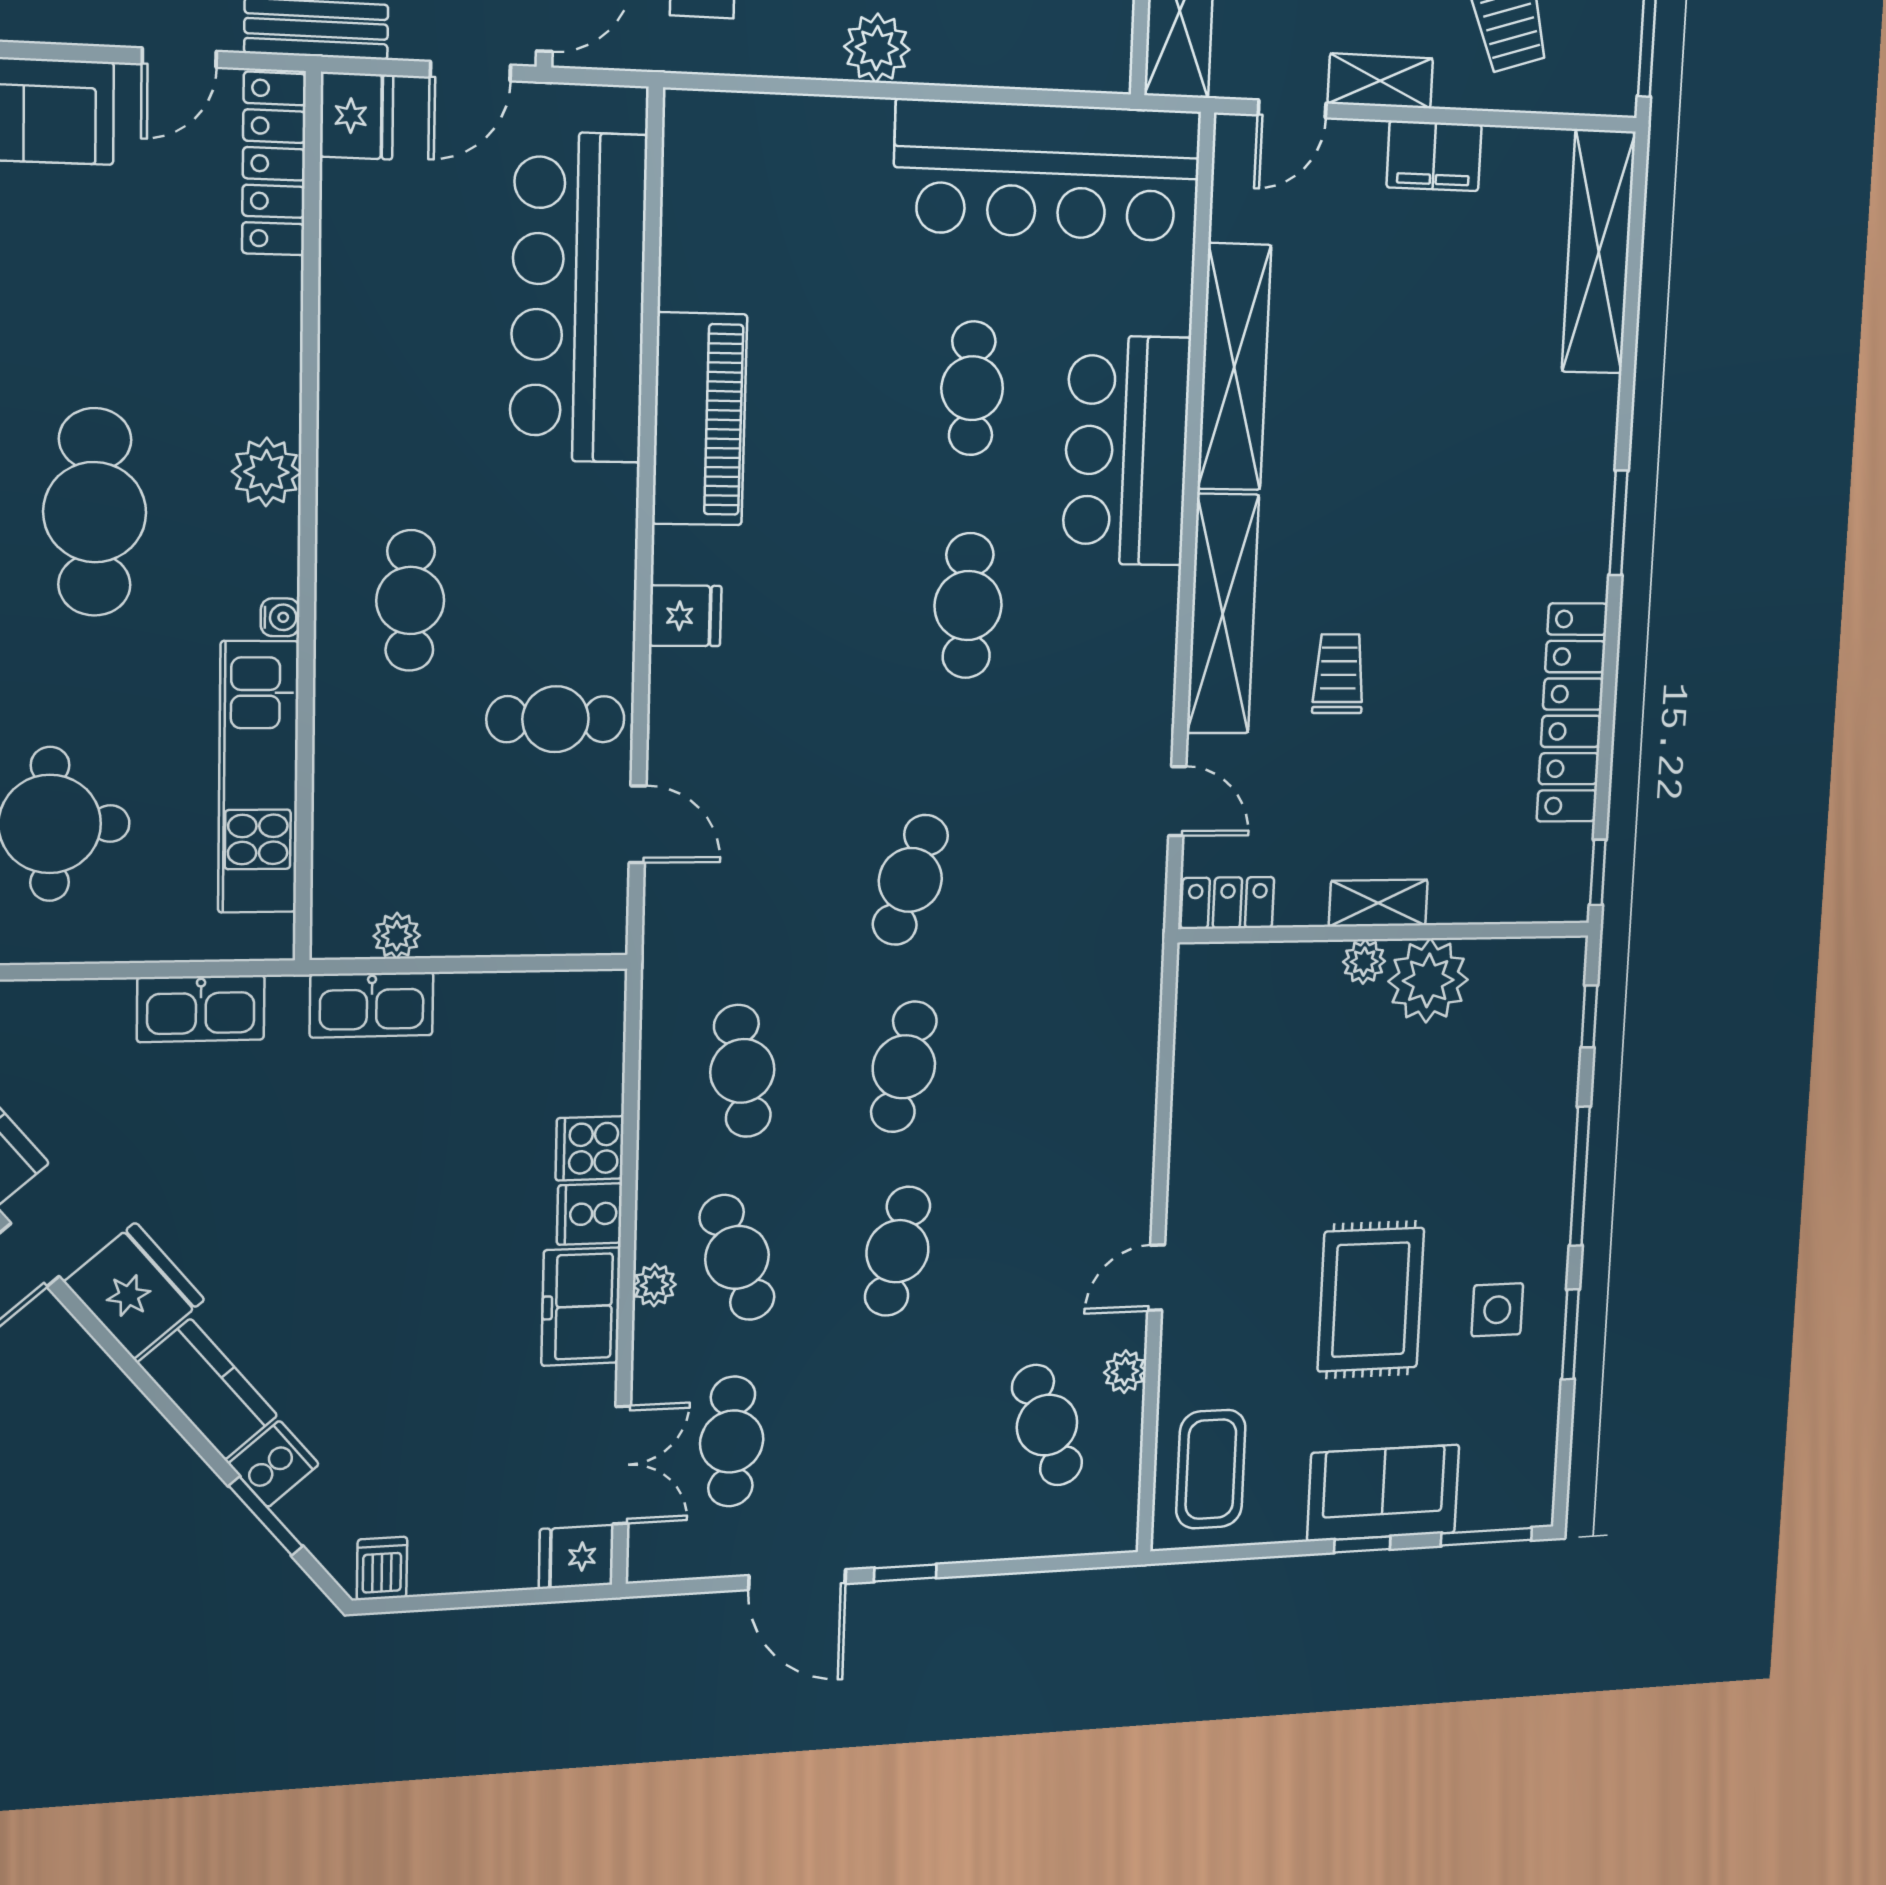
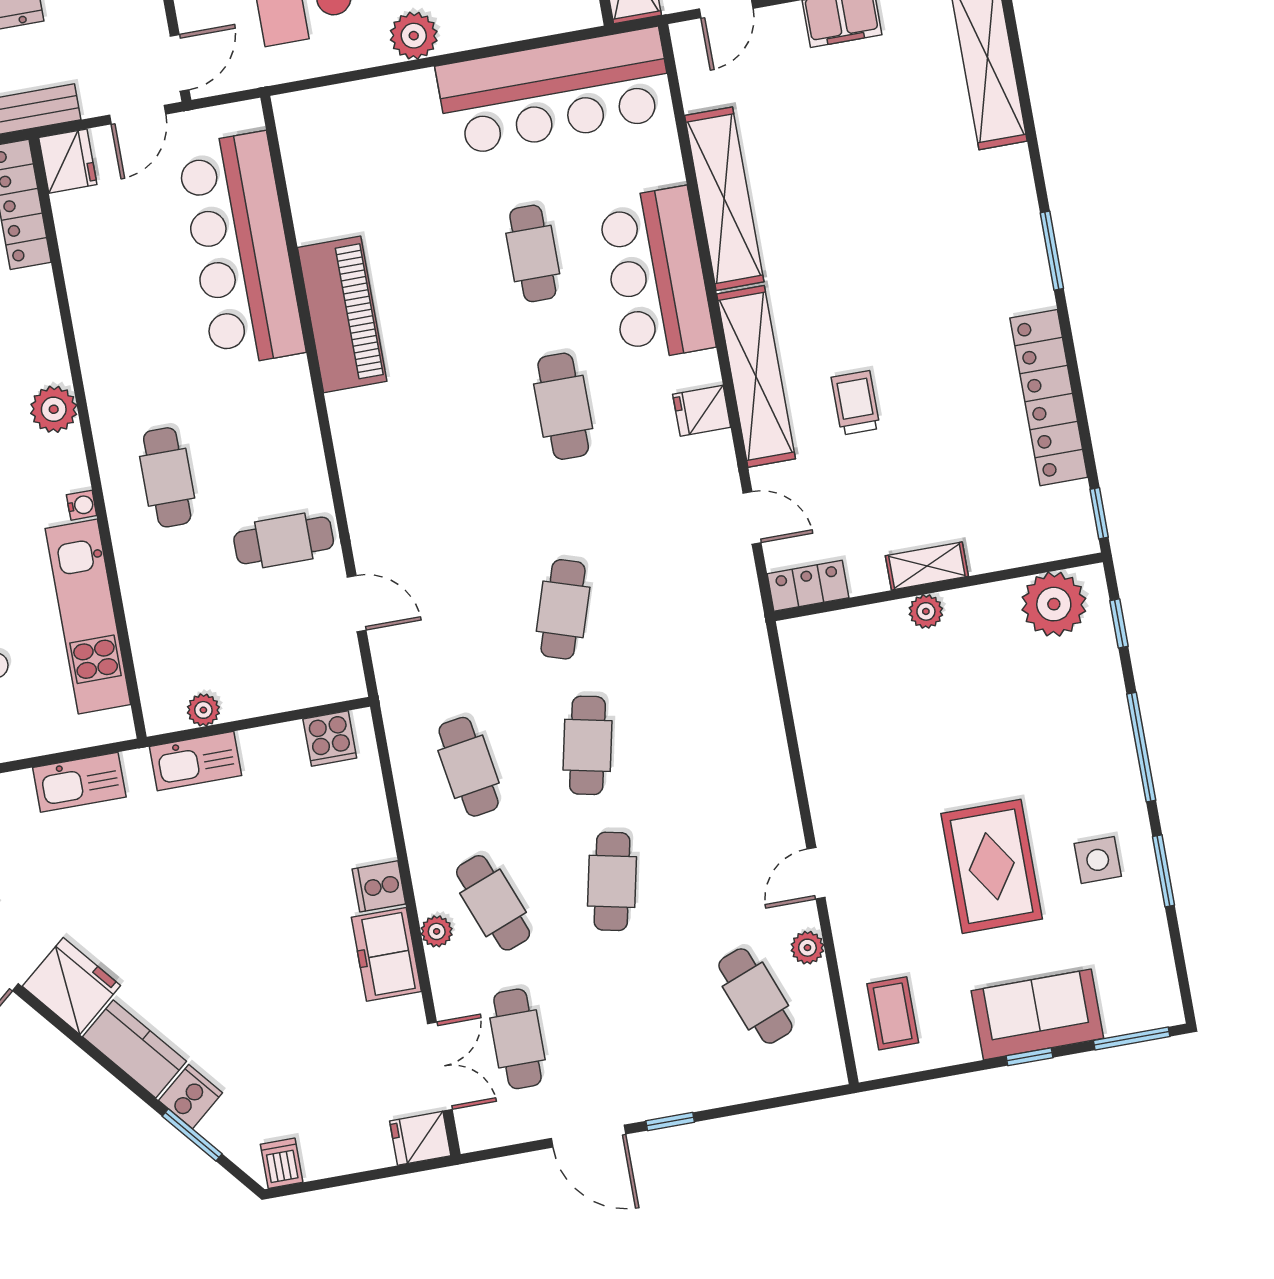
fridge: (685, 616) -> (702, 411), moved, turned 180
plant: (1428, 980) -> (1054, 604), moved
cooker: (590, 1148) -> (330, 738), moved, turned -90
coffee table: (1211, 1469) -> (893, 1013), width x0.73, depth x0.77

